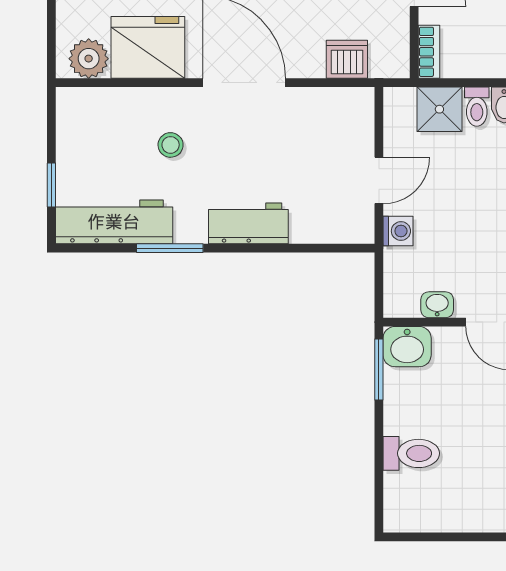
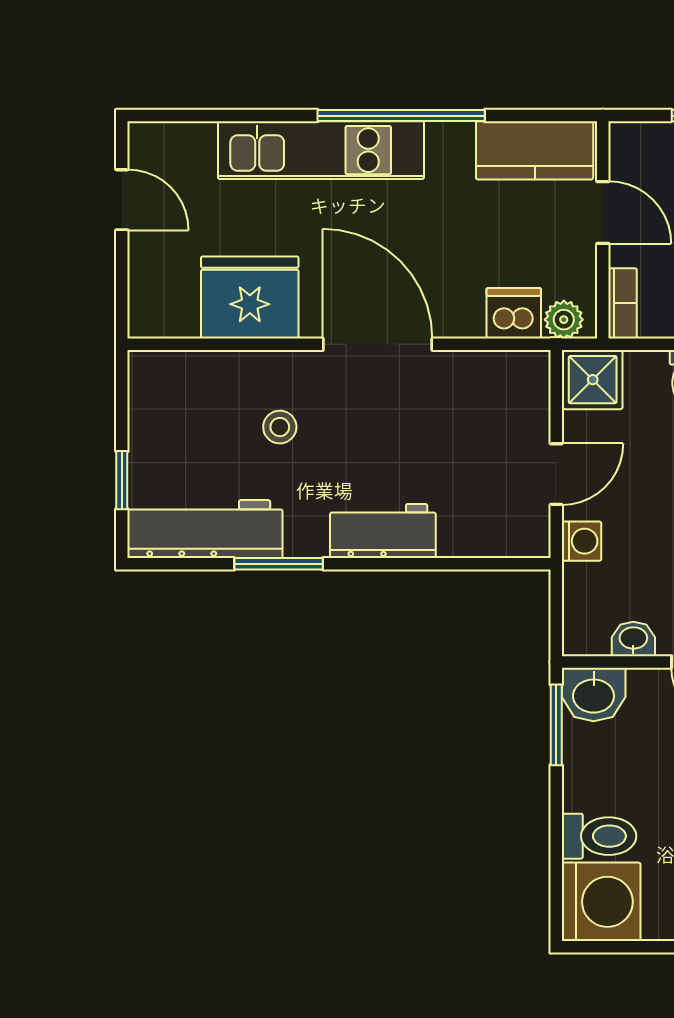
plant: (89, 59) -> (564, 320), moved, width x0.73, depth x0.73
shower: (439, 109) -> (593, 380), moved
washing machine: (413, 503) -> (601, 902), added

